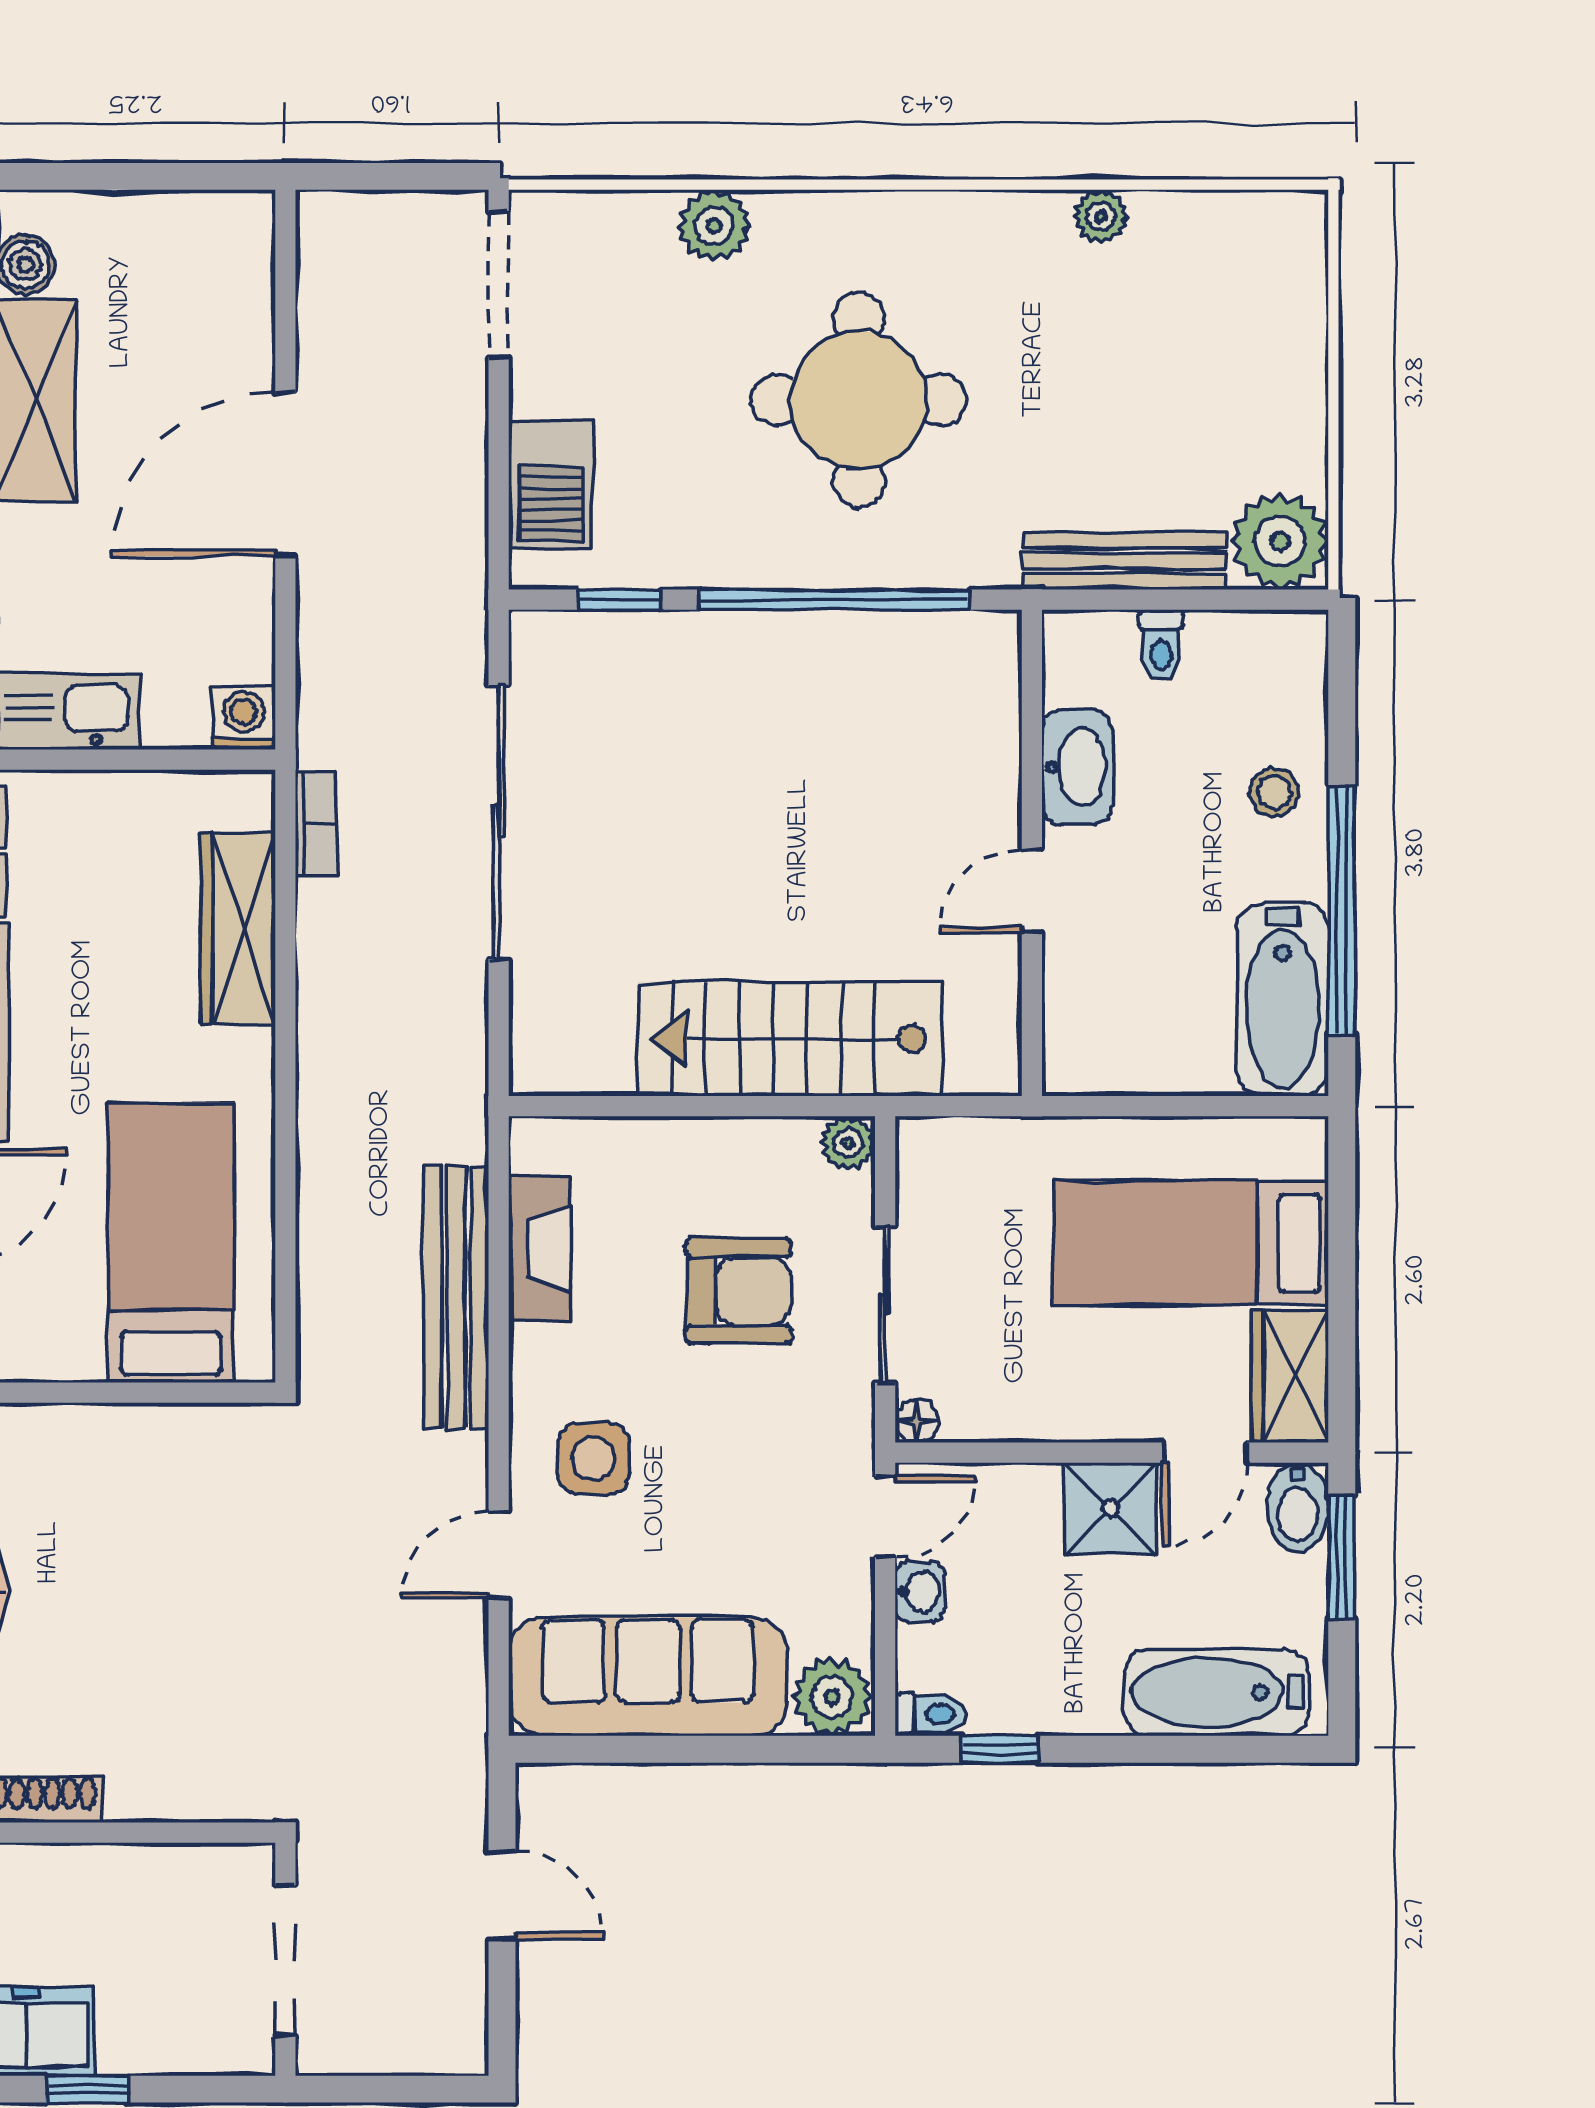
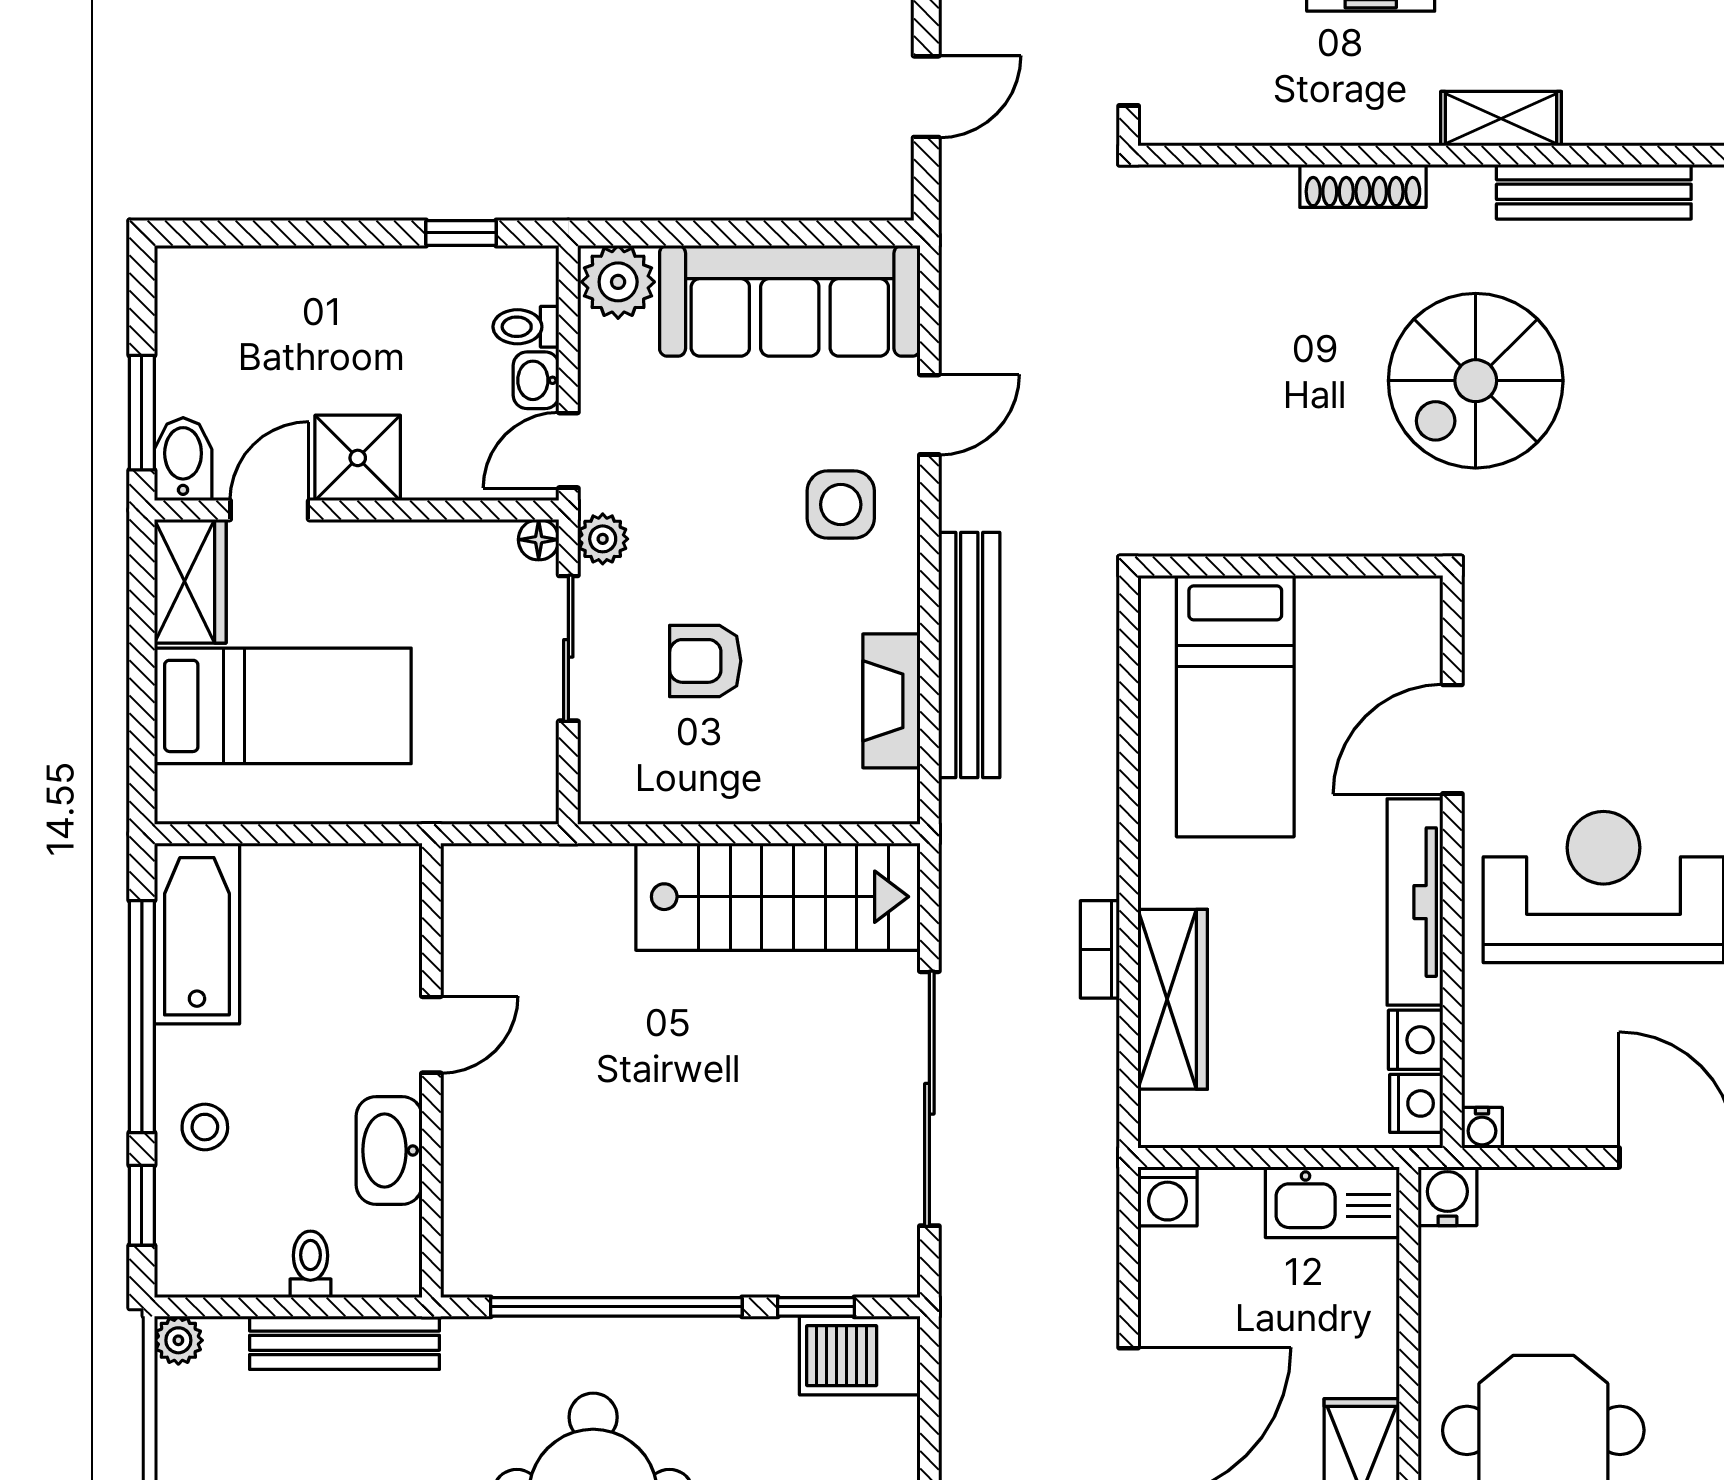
barbecue: (551, 484) -> (860, 1356), moved, turned -90
plant: (1280, 541) -> (178, 1340), width x0.53, depth x0.53
window: (1342, 708) -> (142, 1205), added
bookcase: (316, 823) -> (1100, 949), moved
stairs: (790, 1039) -> (778, 897), moved
plant: (848, 1143) -> (603, 539), moved
armchair: (739, 1291) -> (705, 661), width x0.72, depth x0.72
bathtub: (1216, 1692) -> (259, 286), removed
toilet: (931, 1714) -> (526, 327), moved
door: (502, 1895) -> (926, 97), swing flipped

